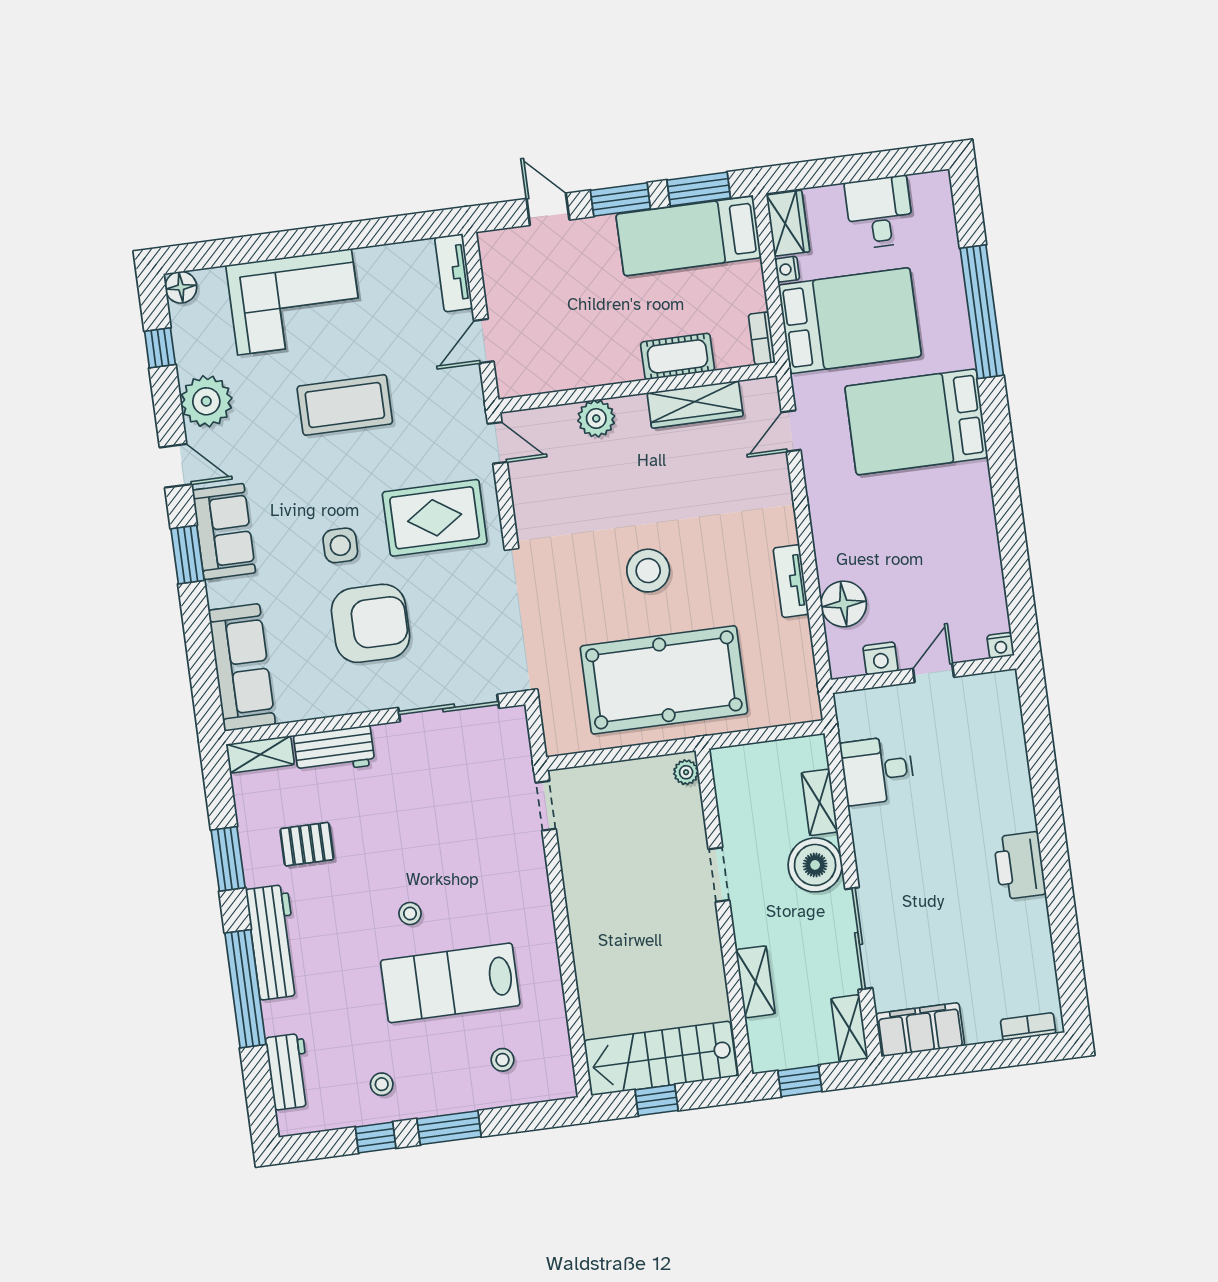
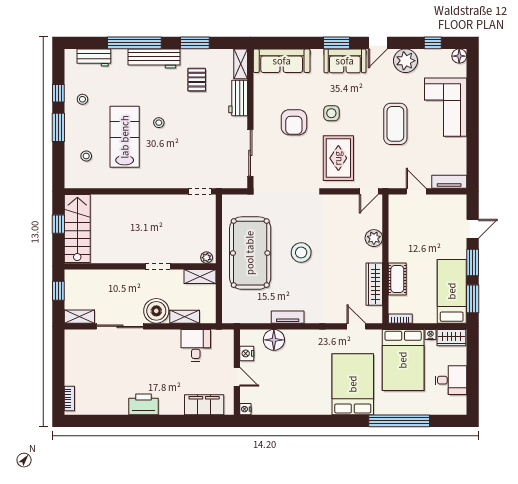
armchair: (370, 623) -> (294, 122), width x0.73, depth x0.73
shelving: (755, 982) -> (200, 276), moved
filing cabinet: (920, 1030) -> (204, 405), moved, turned -90

